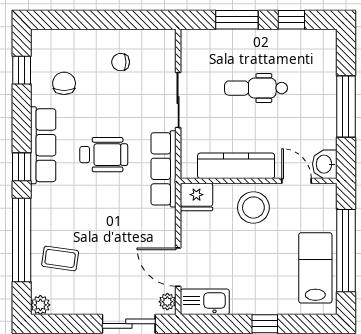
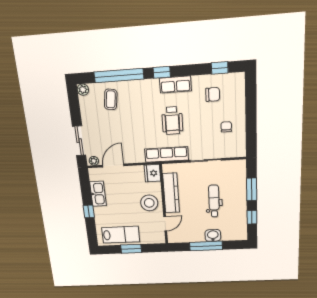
row of seats: (43, 145) -> (175, 85), width x0.68
washbasin: (325, 164) -> (213, 235), moved
window: (346, 251) -> (131, 249), width x0.47
kitchen sink: (205, 302) -> (98, 194), moved

